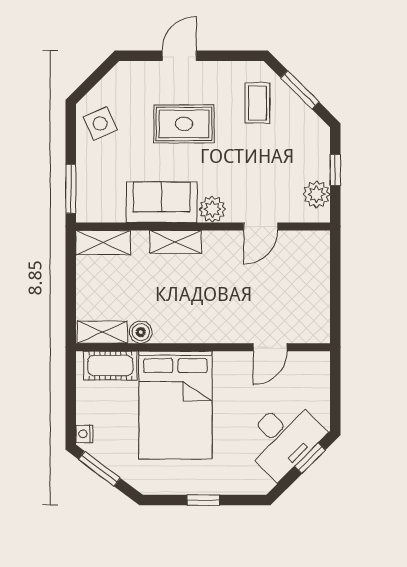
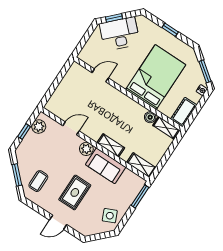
rug: (184, 124) -> (75, 192), turned 90
cot: (110, 366) -> (184, 112), moved, turned 90

